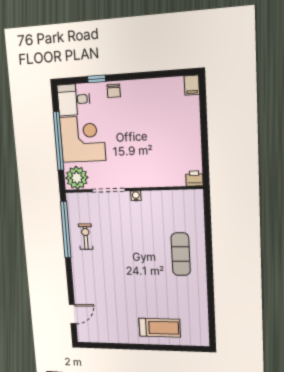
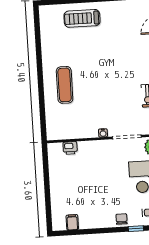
filing cabinet: (192, 85) -> (72, 222), moved
printer: (194, 178) -> (70, 148), moved

